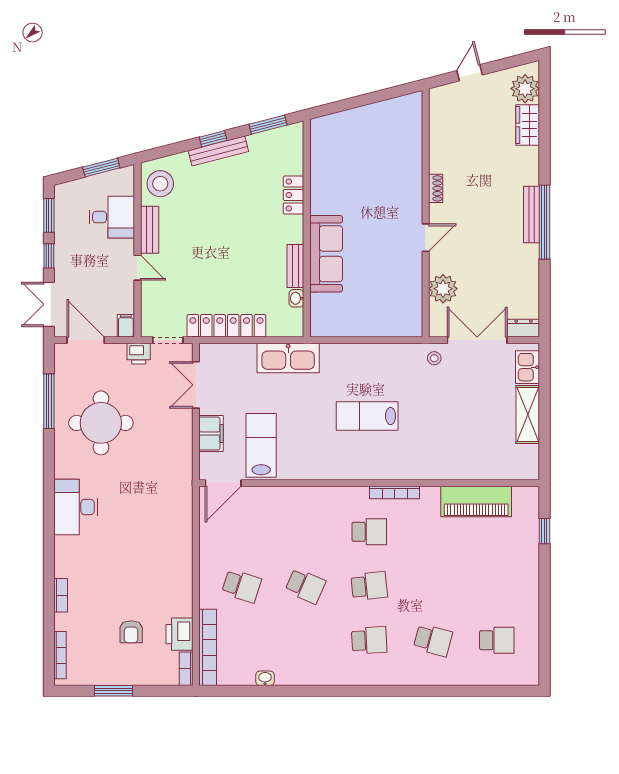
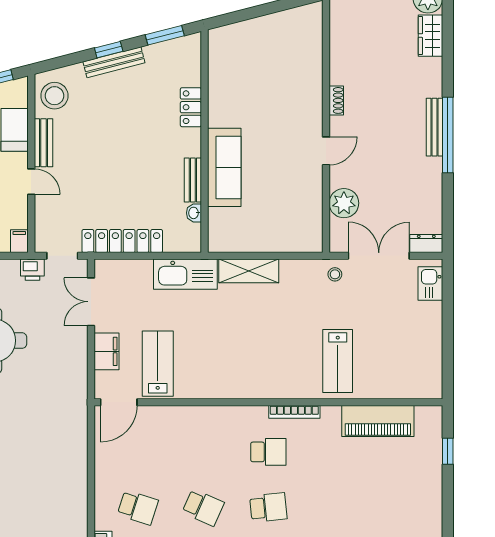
shelving: (528, 414) -> (249, 271), moved, turned 90
lab bench: (367, 416) -> (338, 361), moved, turned -90

